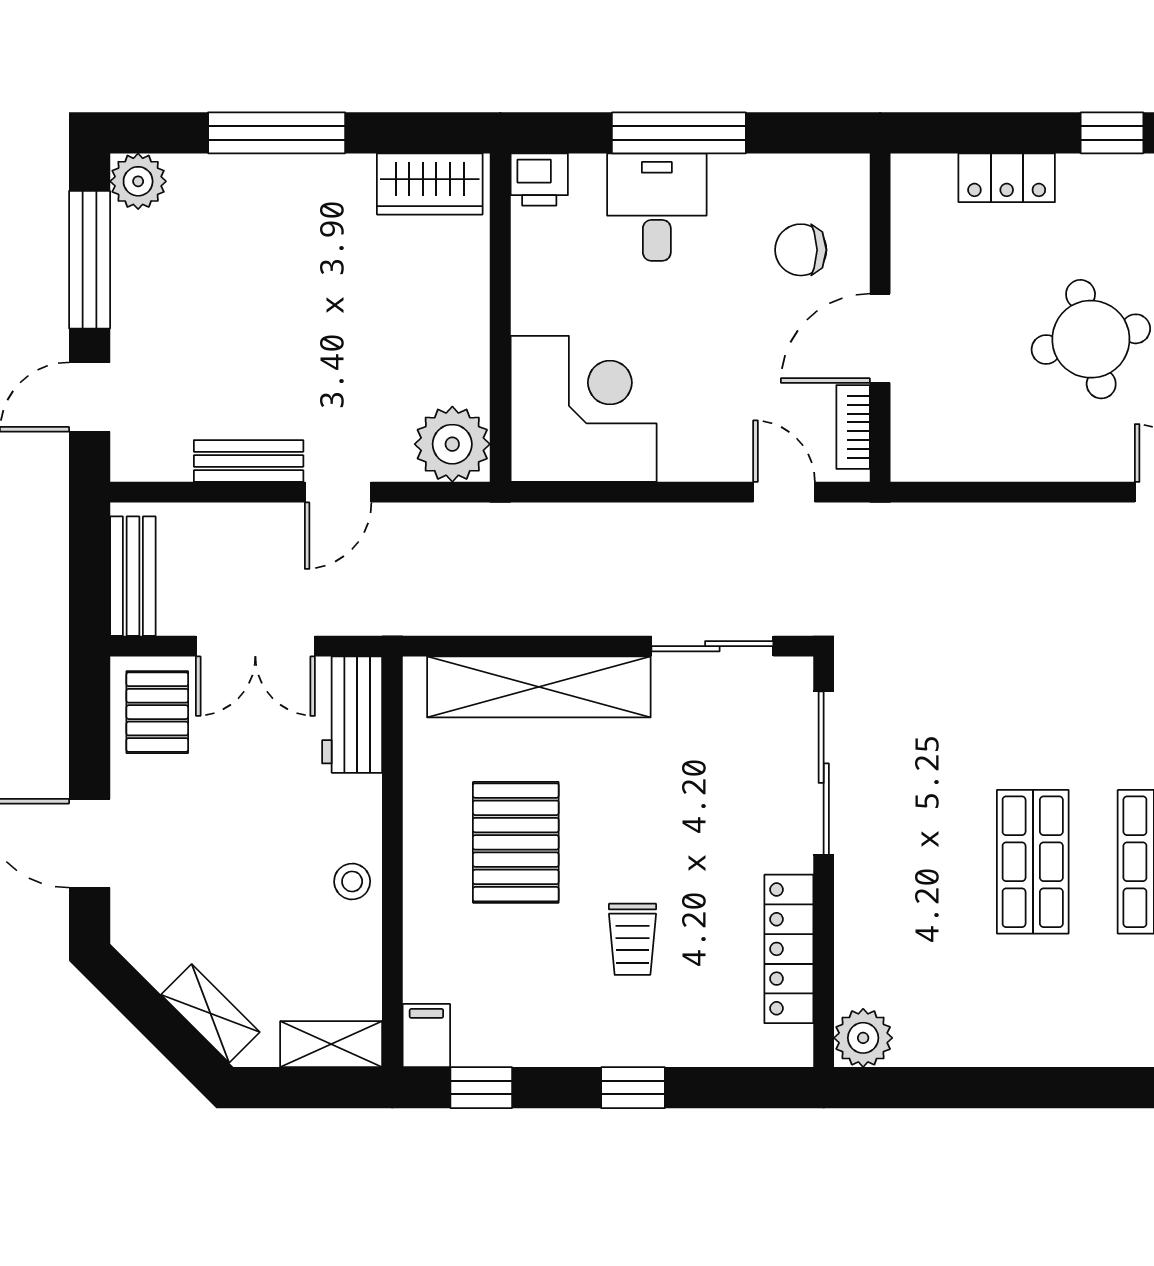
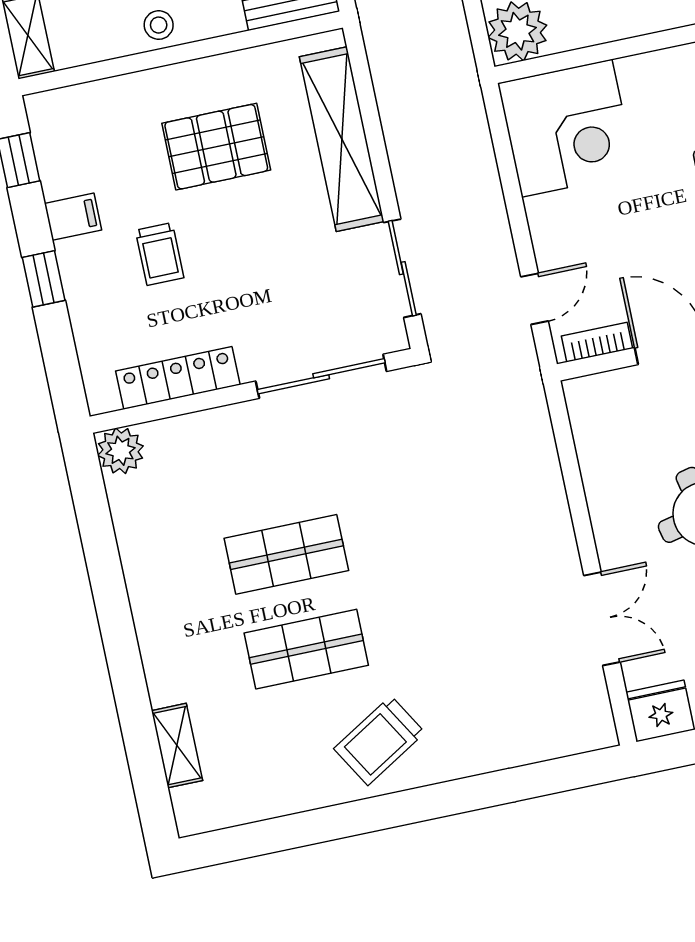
trolley: (632, 939) -> (160, 254), turned -90
filing cabinet: (426, 1035) -> (73, 217), moved

